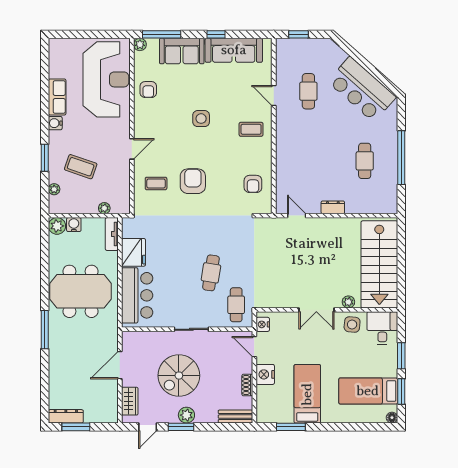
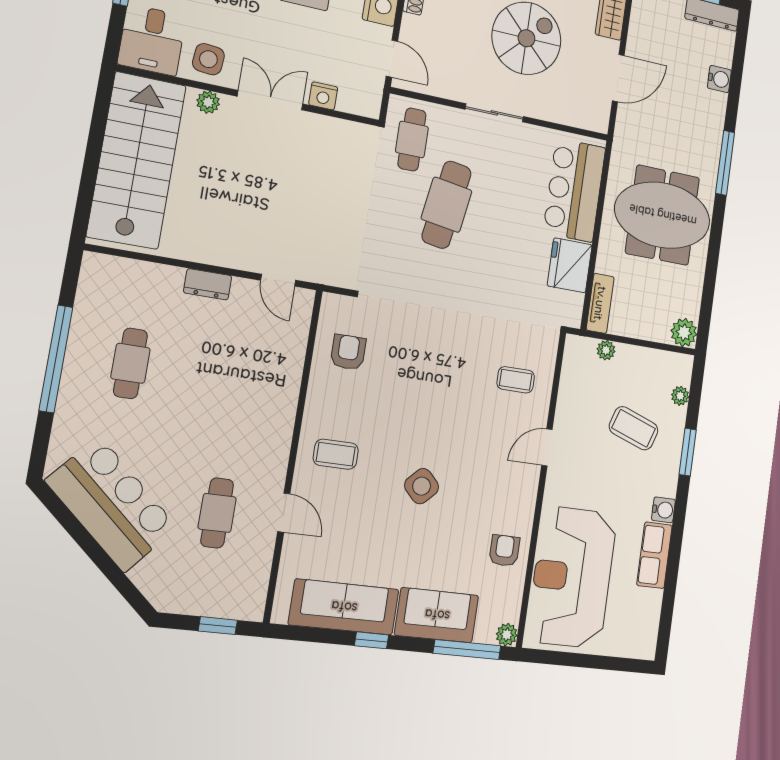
side table: (201, 119) -> (422, 486), turned 45
armchair: (193, 181) -> (453, 374), removed
water cooler: (74, 225) -> (719, 79), moved, turned -90
cafe table: (211, 273) -> (447, 205), width x1.37, depth x1.35
nightstand: (263, 324) -> (323, 96), moved, turned 90

